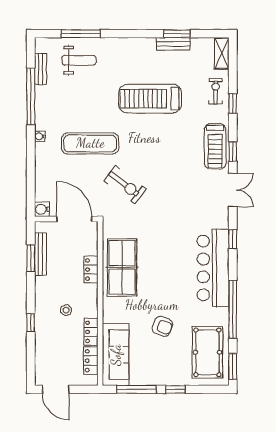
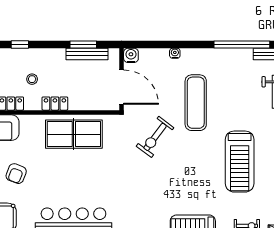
treadmill: (150, 99) -> (240, 162), turned 180
water cooler: (40, 136) -> (175, 53), moved
door: (74, 219) -> (121, 87), hinge flipped
locker: (91, 270) -> (55, 104), moved

